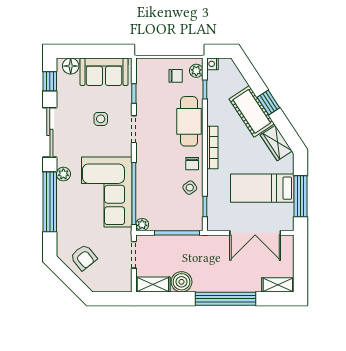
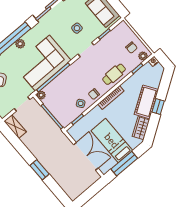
cafe table: (189, 121) -> (114, 74), width x0.73, depth x0.74
plant: (63, 174) -> (20, 44), moved
double door: (255, 233) -> (86, 156), swing flipped
boiler: (181, 282) -> (29, 140), removed
shelving: (278, 285) -> (69, 191), removed
window: (226, 299) -> (39, 170), width x0.47

